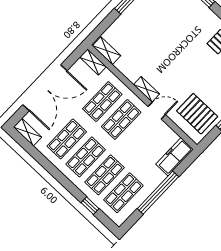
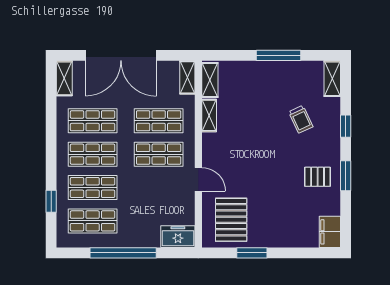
trolley: (178, 20) -> (301, 119), added
shelving: (147, 89) -> (209, 115), moved
freezer: (175, 157) -> (178, 237), width x0.71

